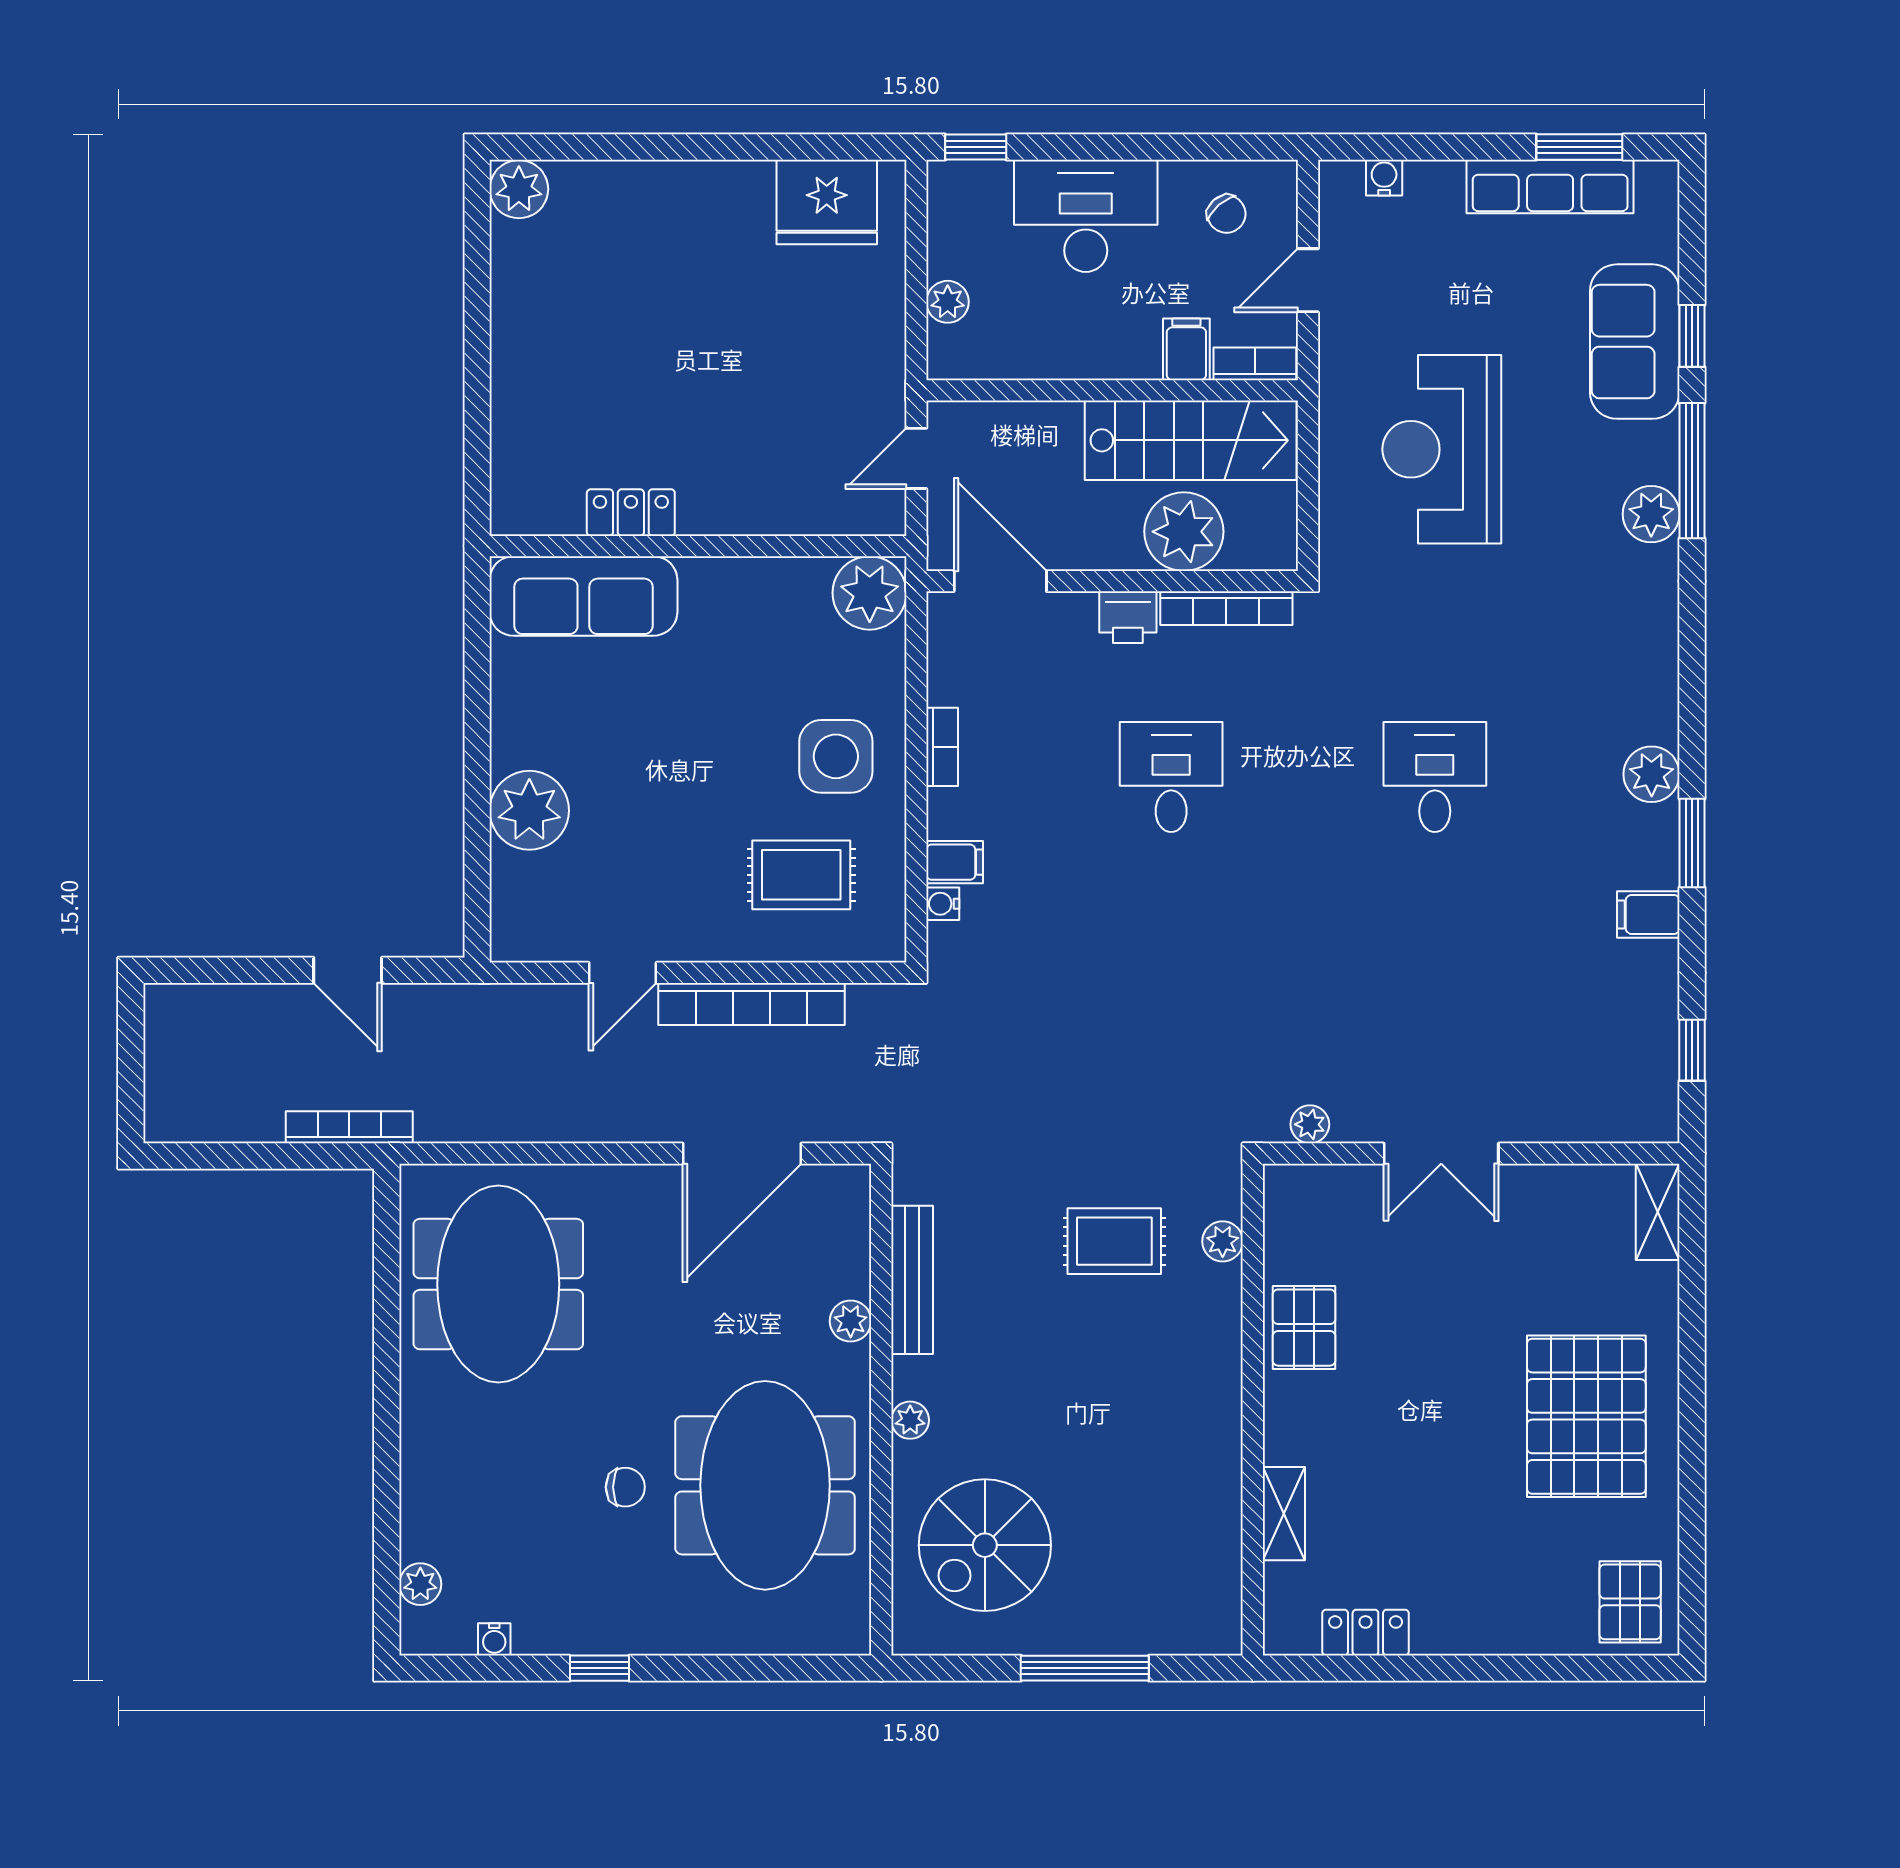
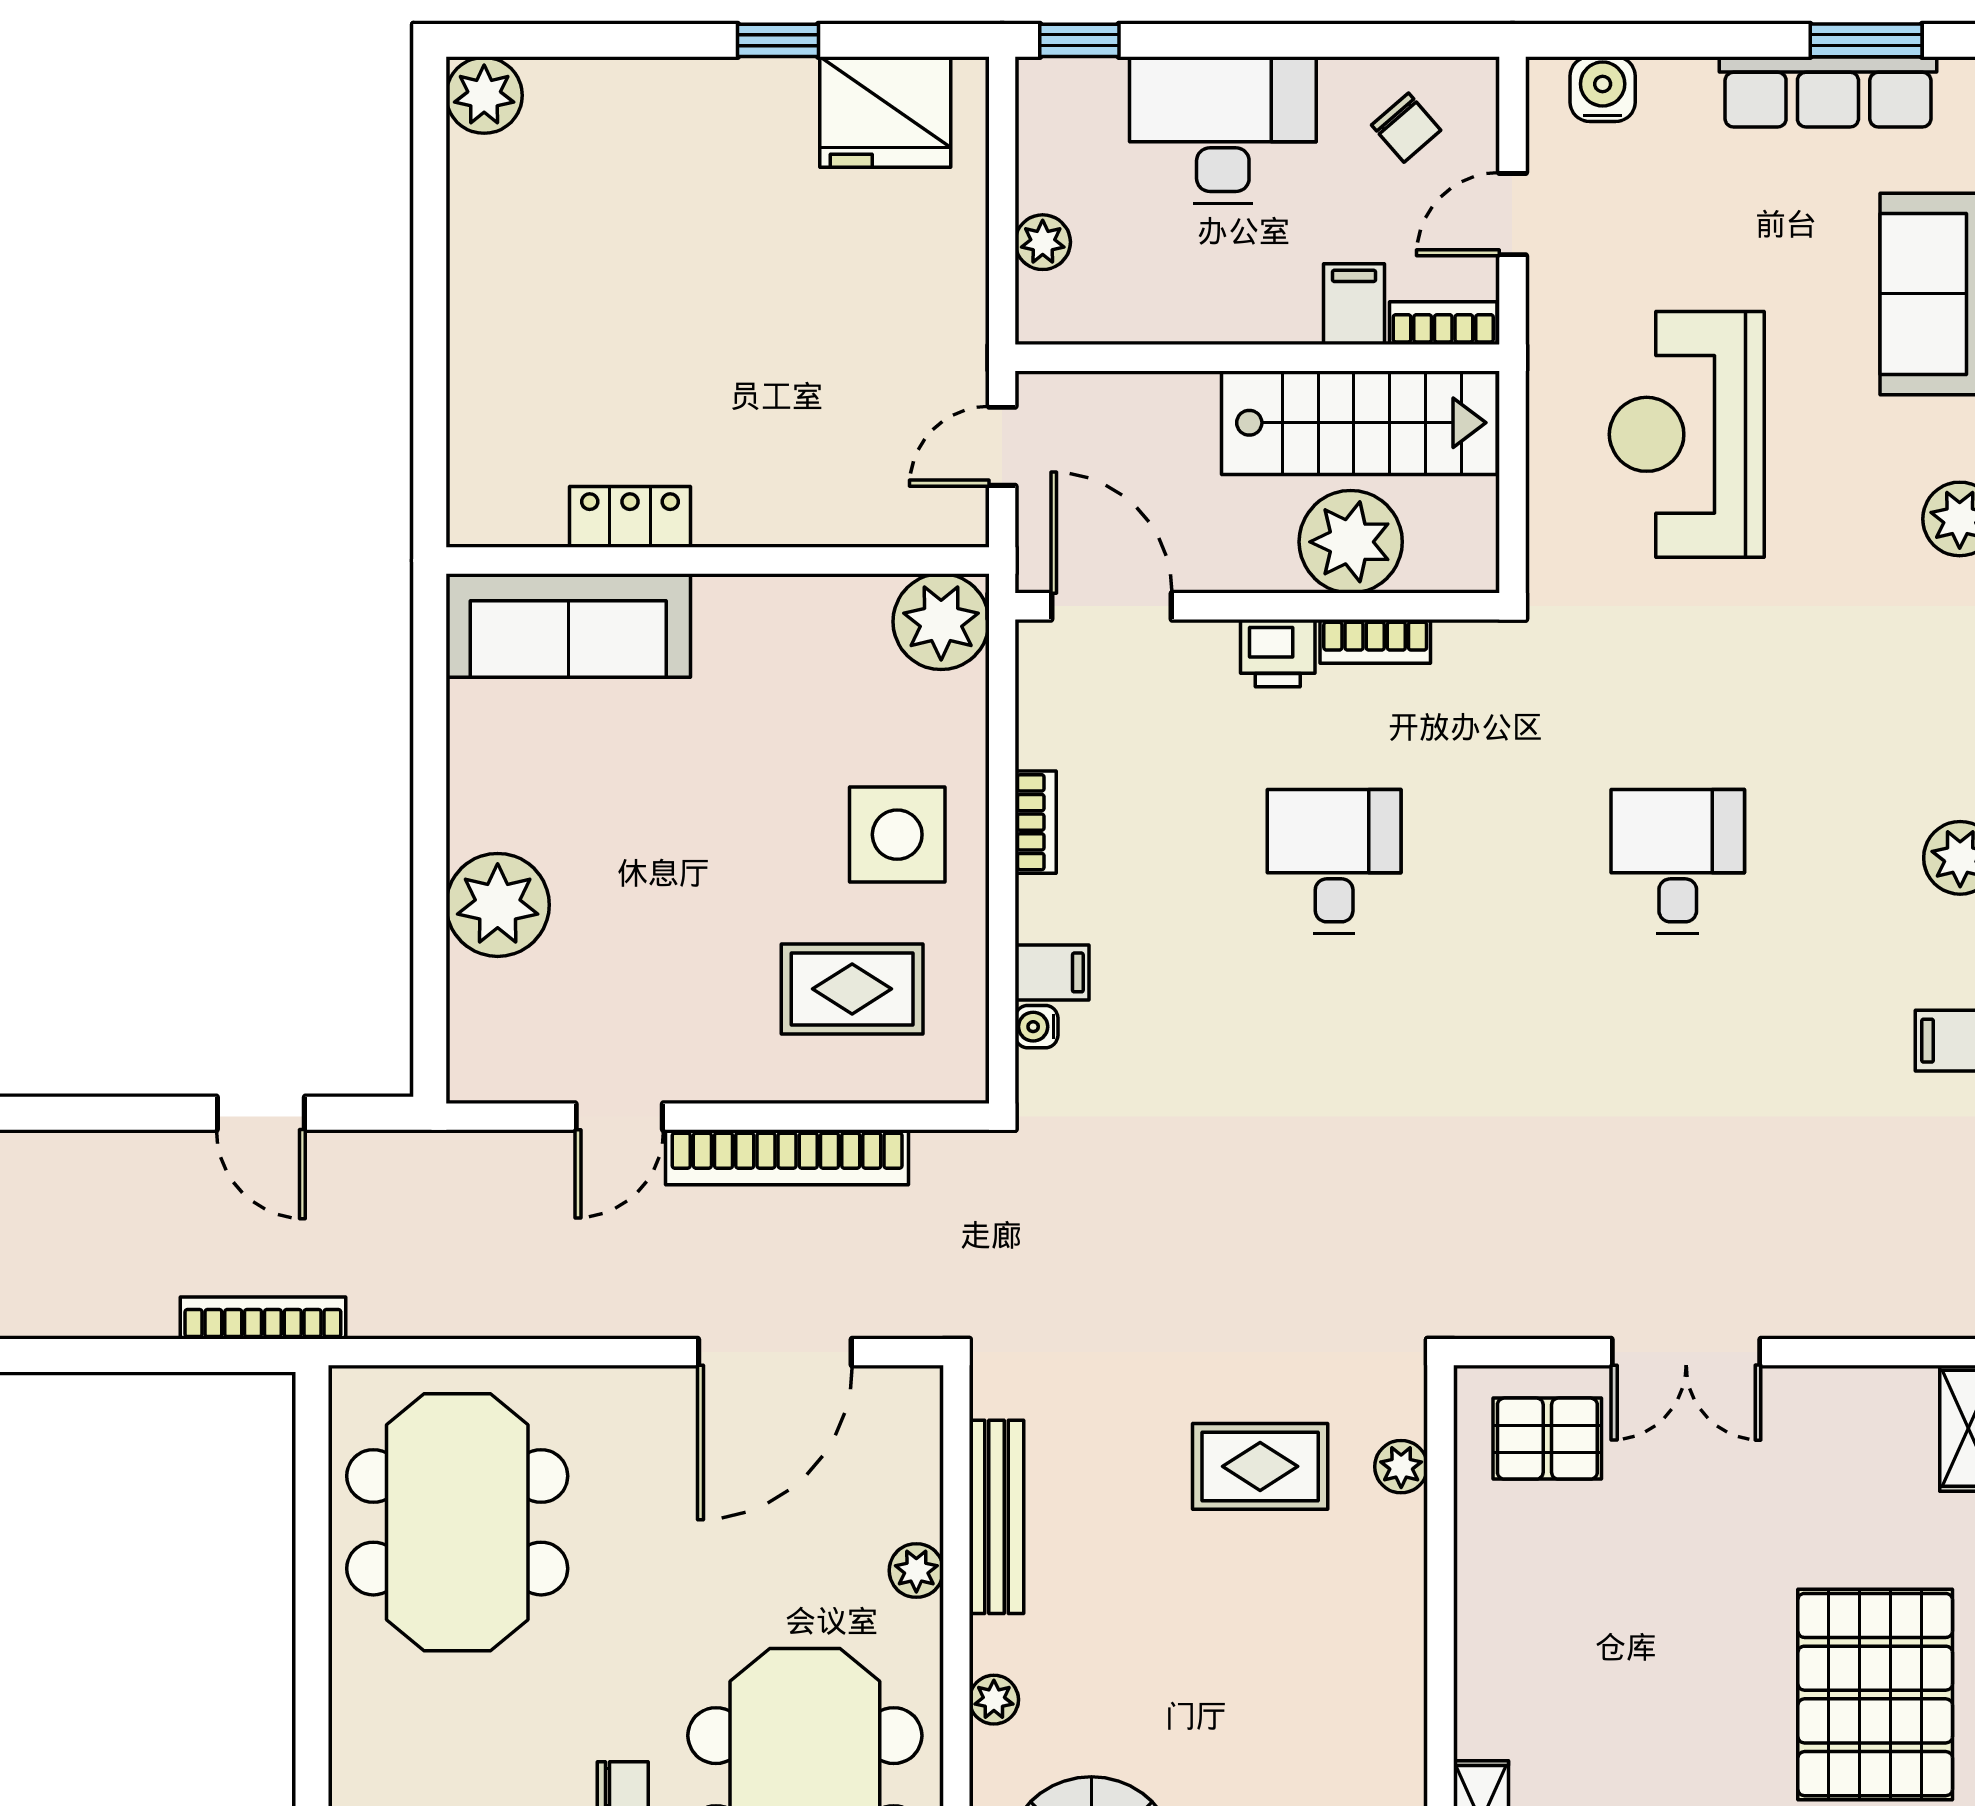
window: (744, 147) -> (778, 40), added
water cooler: (1384, 178) -> (1603, 89), width x1.38, depth x1.38
bookcase: (1226, 608) -> (1375, 641), width x0.64
plant: (1310, 1124) -> (1515, 1314), removed
pallet: (1304, 1328) -> (1547, 1439), moved, turned 90

